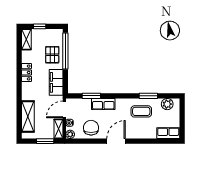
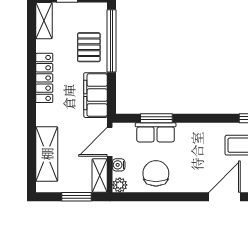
locker: (26, 73) -> (44, 78), width x1.53
row of seats: (103, 104) -> (156, 132), moved
door: (116, 141) -> (225, 197), moved

